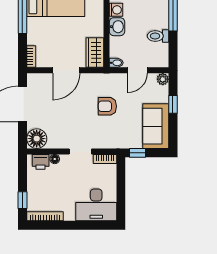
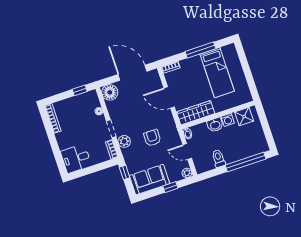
wardrobe: (95, 53) -> (196, 113), width x1.50
plant: (101, 141) -> (124, 141), added
printer: (41, 162) -> (93, 101), removed
window: (22, 200) -> (80, 90), moved
desk: (96, 205) -> (76, 159), width x0.73

